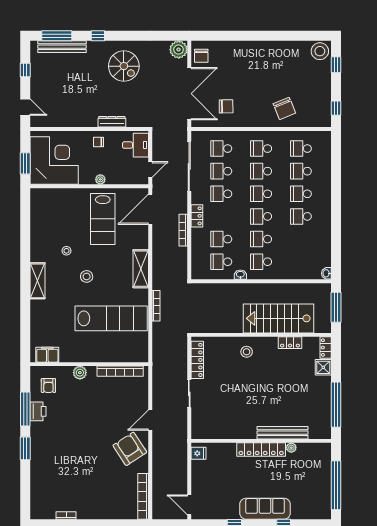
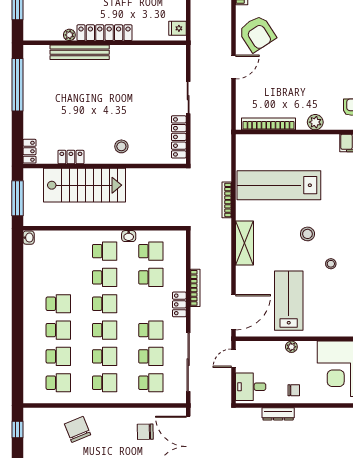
shower: (323, 367) -> (32, 128), removed

